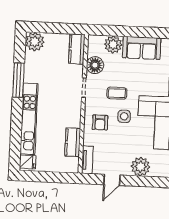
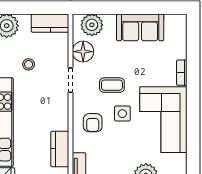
plant: (113, 45) -> (92, 25), moved
kitchen counter: (77, 49) -> (50, 23), moved, turned -90
stool: (51, 73) -> (29, 64), added

